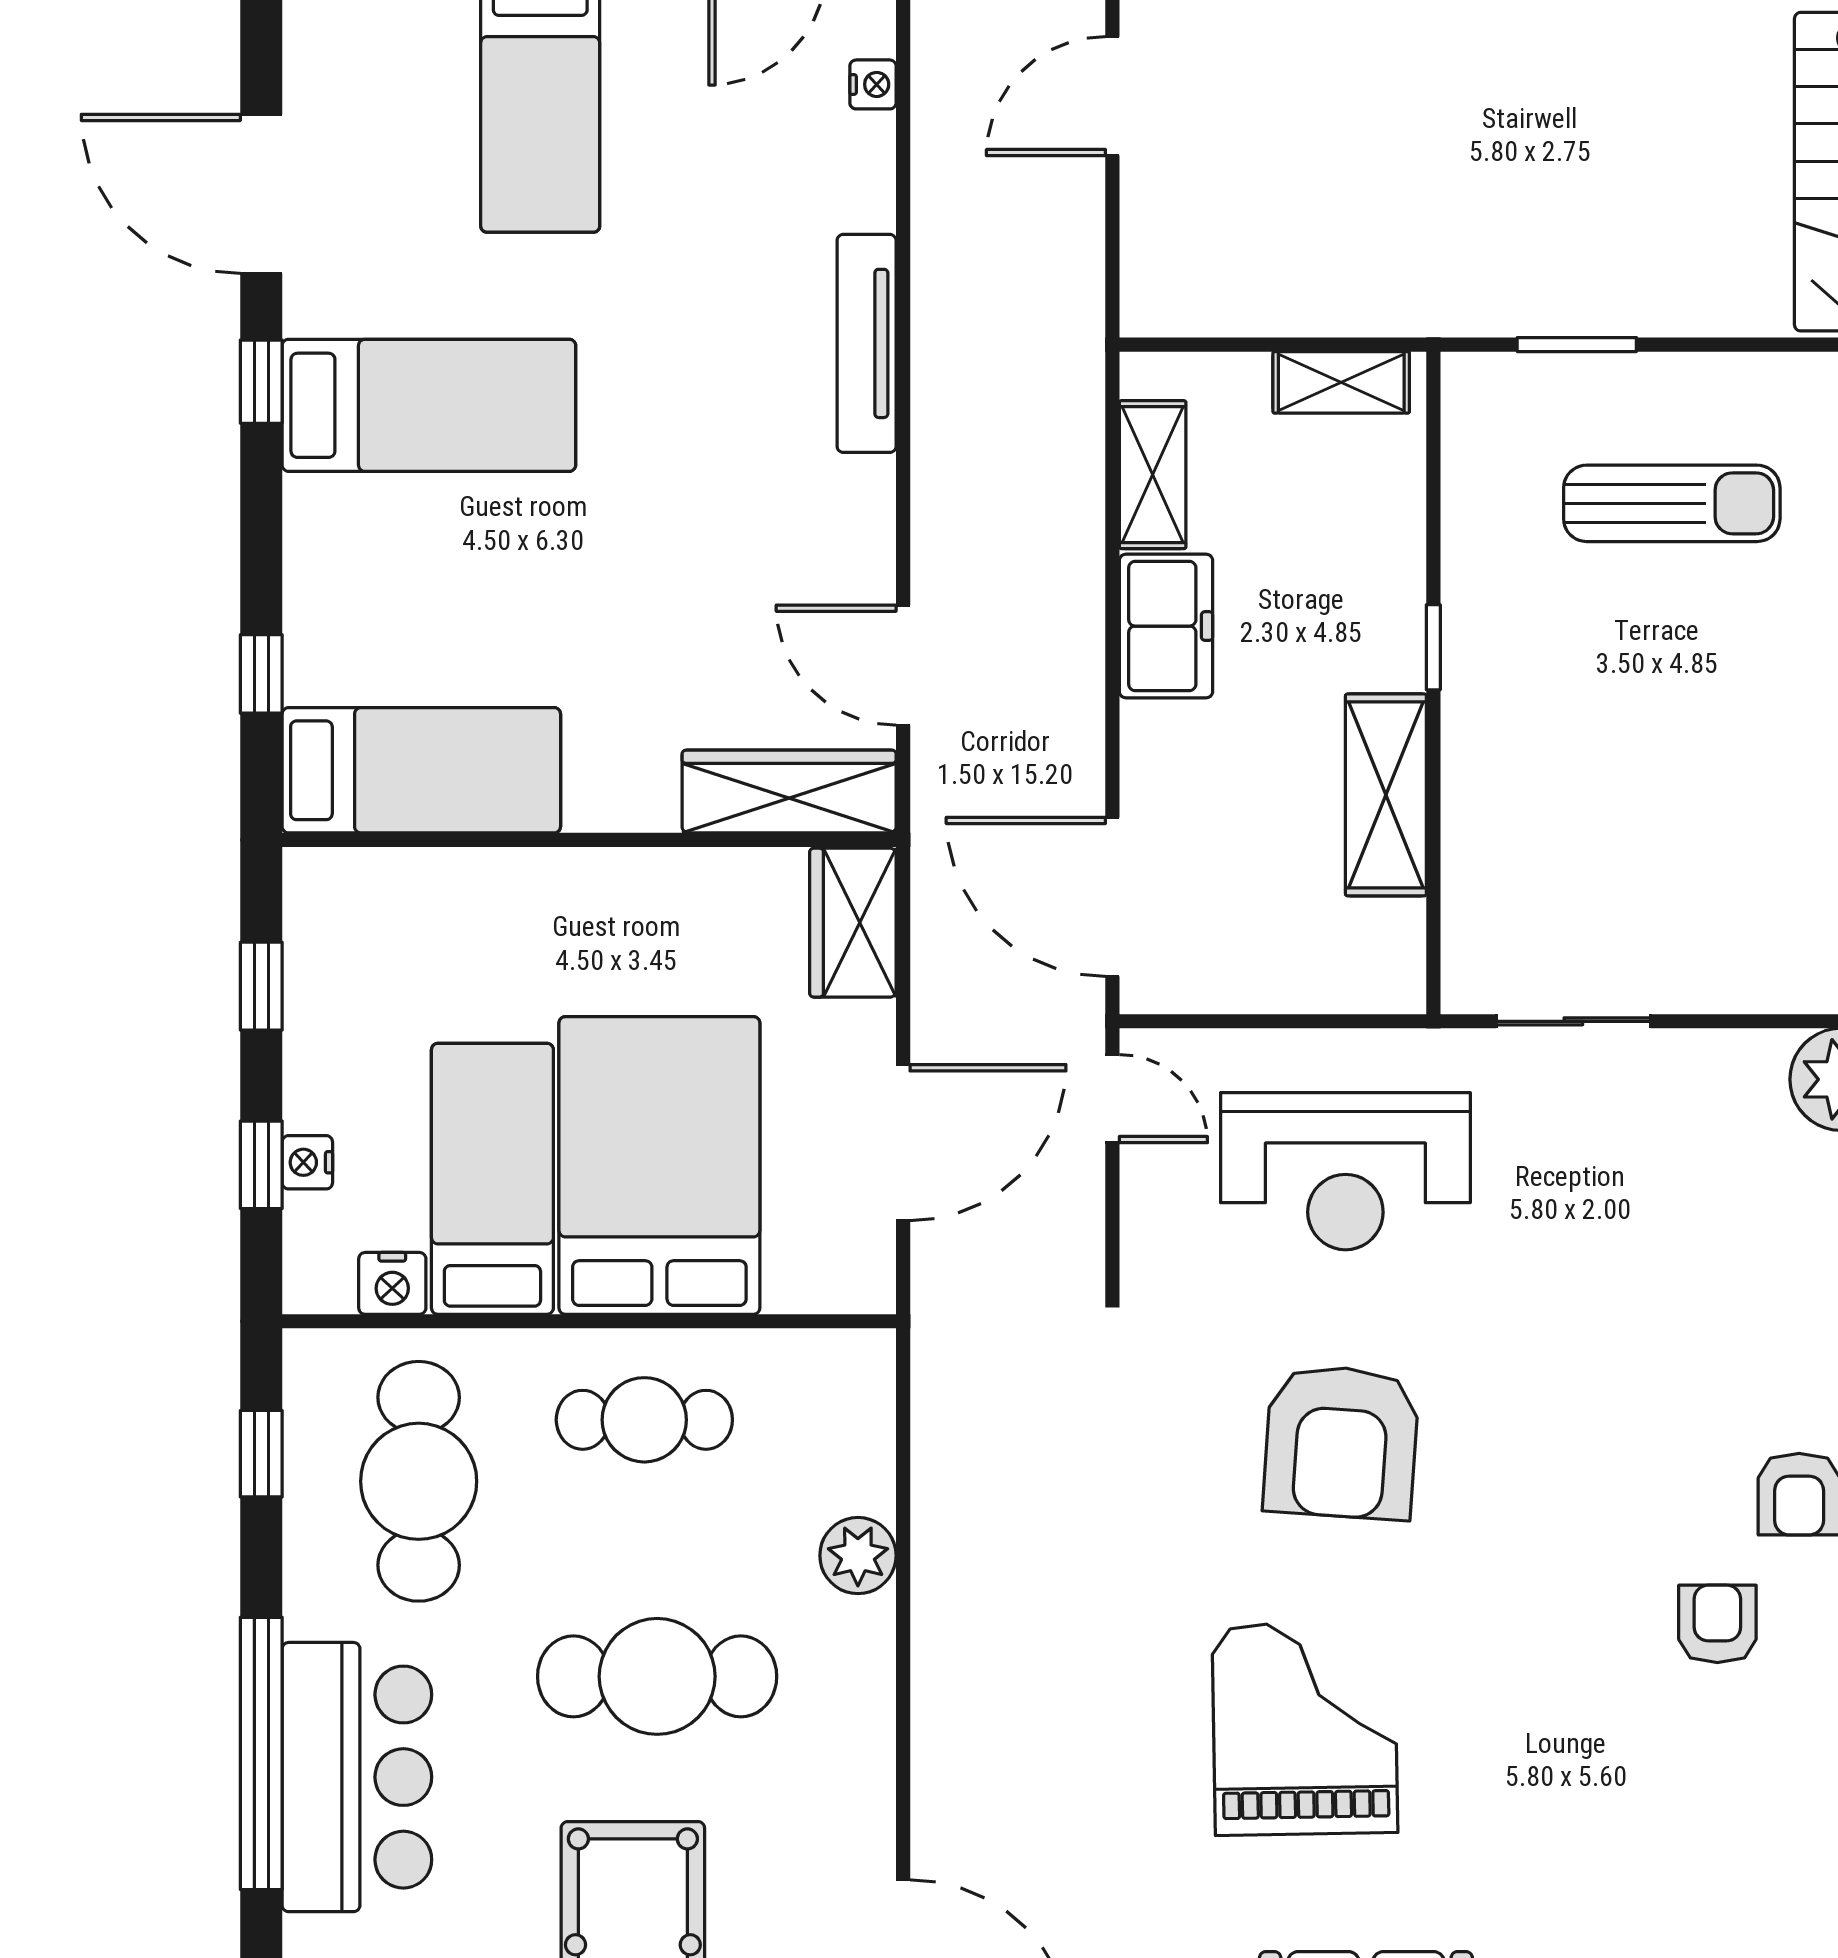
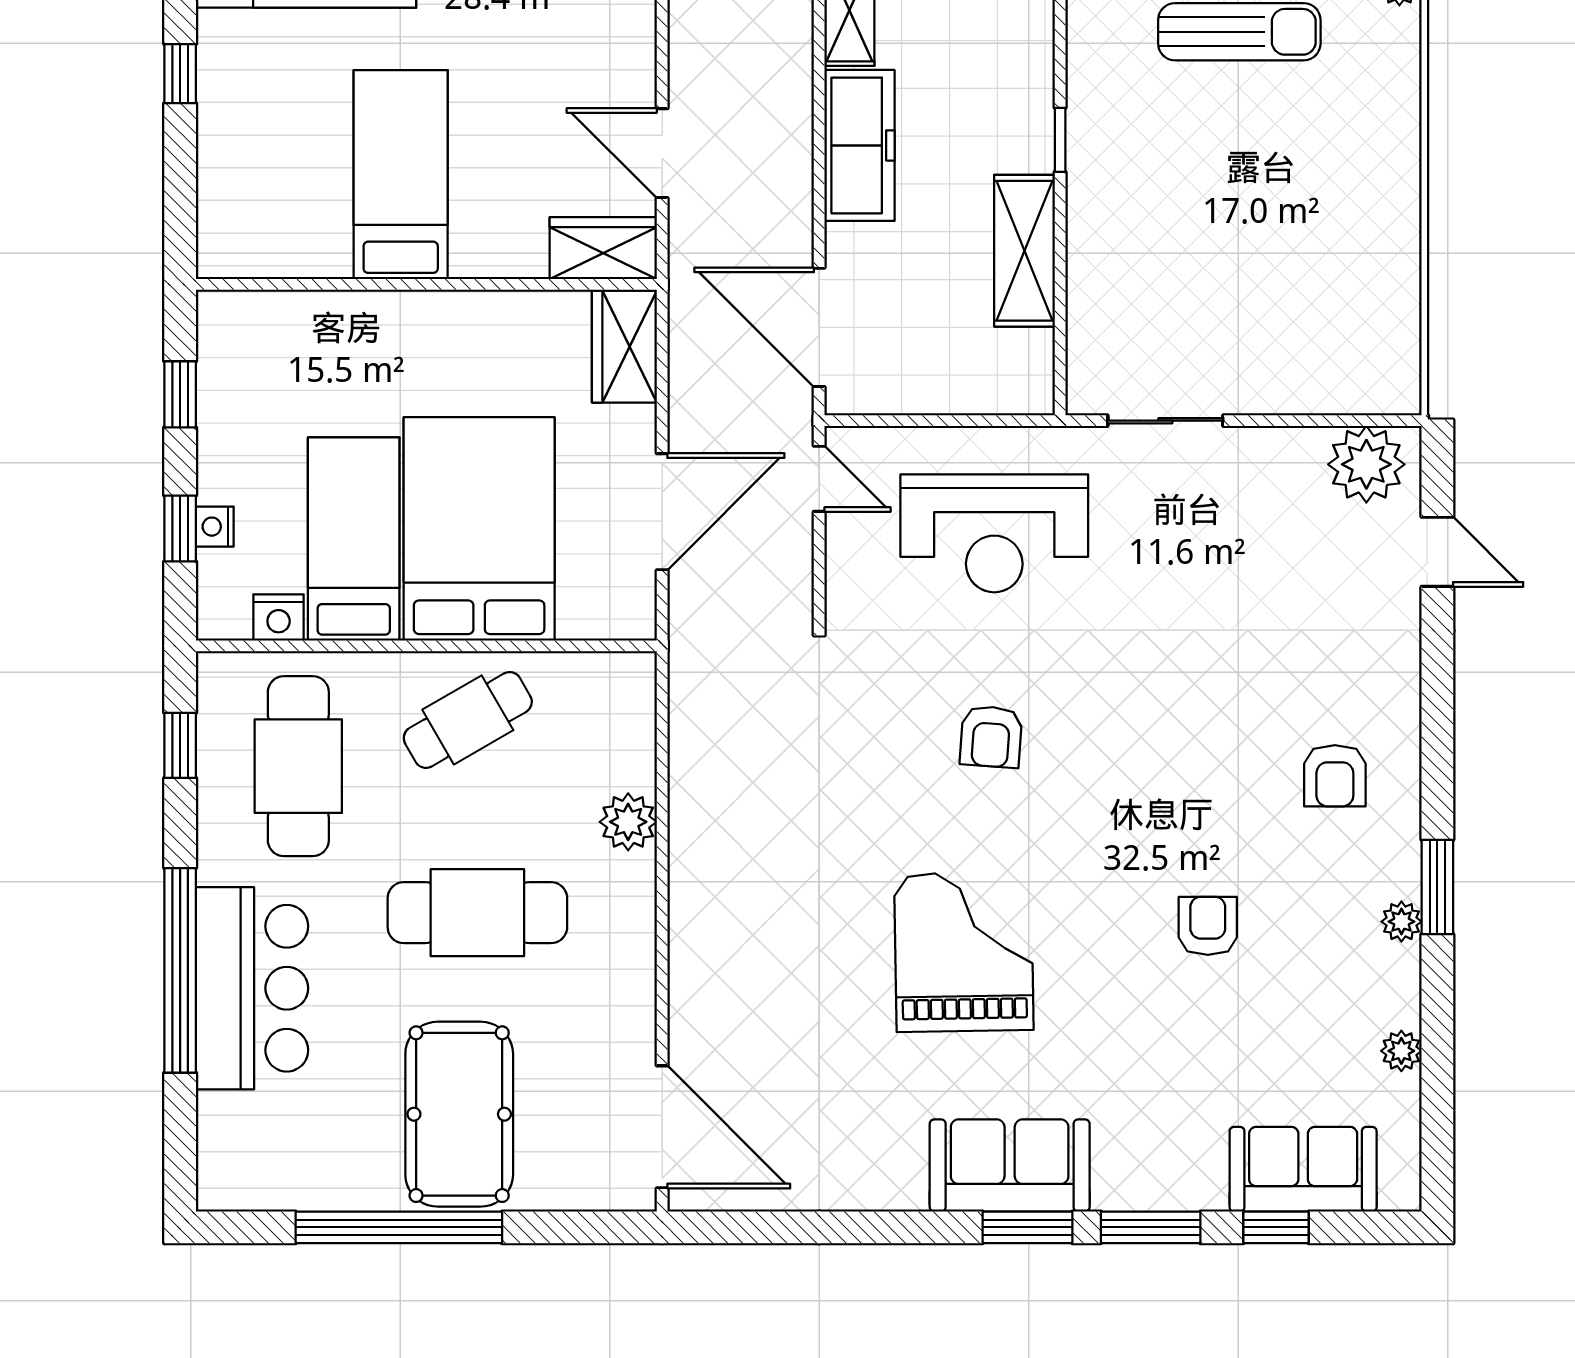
freezer: (1166, 626) -> (860, 145), width x1.40
window: (261, 674) -> (180, 74), moved
bed: (421, 770) -> (401, 175), moved, turned -90
wardrobe: (789, 792) -> (603, 248), width x0.67
cafe table: (644, 1420) -> (468, 720), turned -30
armchair: (1341, 1442) -> (991, 737), width x0.53, depth x0.53
armchair: (1717, 1624) -> (1208, 926), moved

